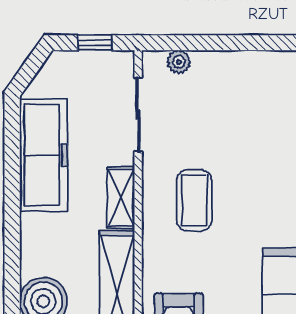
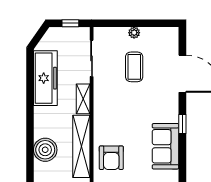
plant: (179, 62) -> (134, 33), moved
coffee table: (194, 200) -> (134, 67), moved

